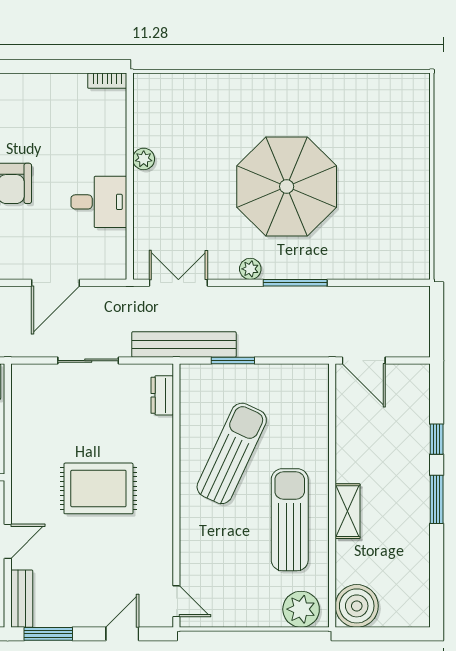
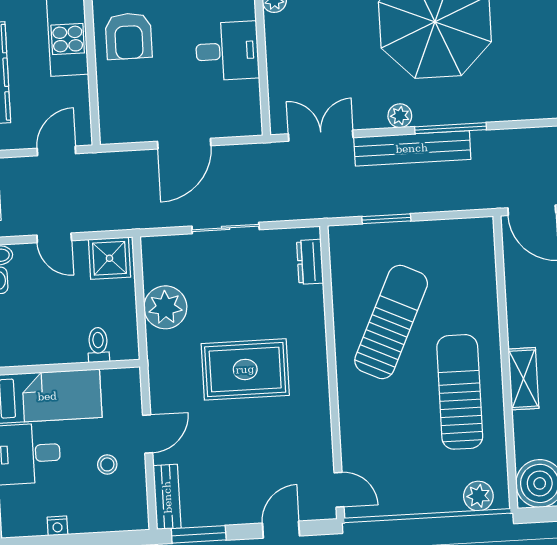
bench: (184, 345) -> (412, 148), moved
plant: (30, 429) -> (165, 307), added
plant: (301, 609) -> (478, 496), width x0.73, depth x0.73

